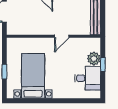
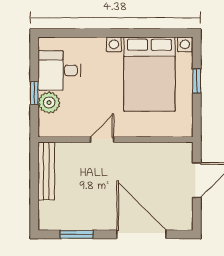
bed with nightstands: (33, 76) -> (149, 74), width x1.36

